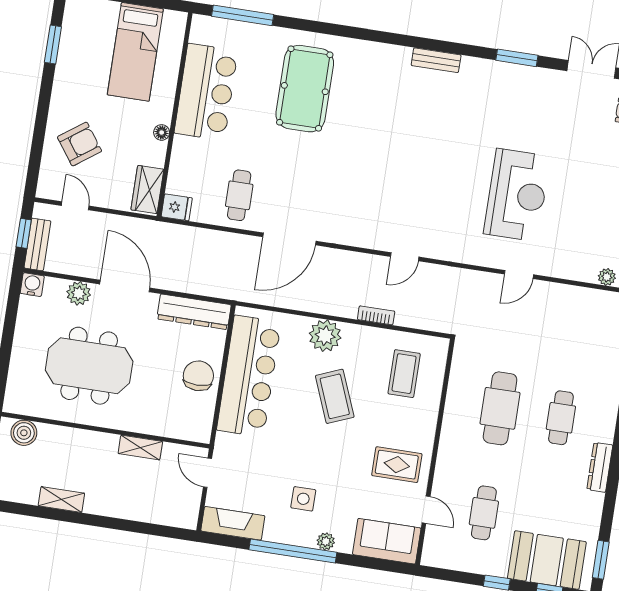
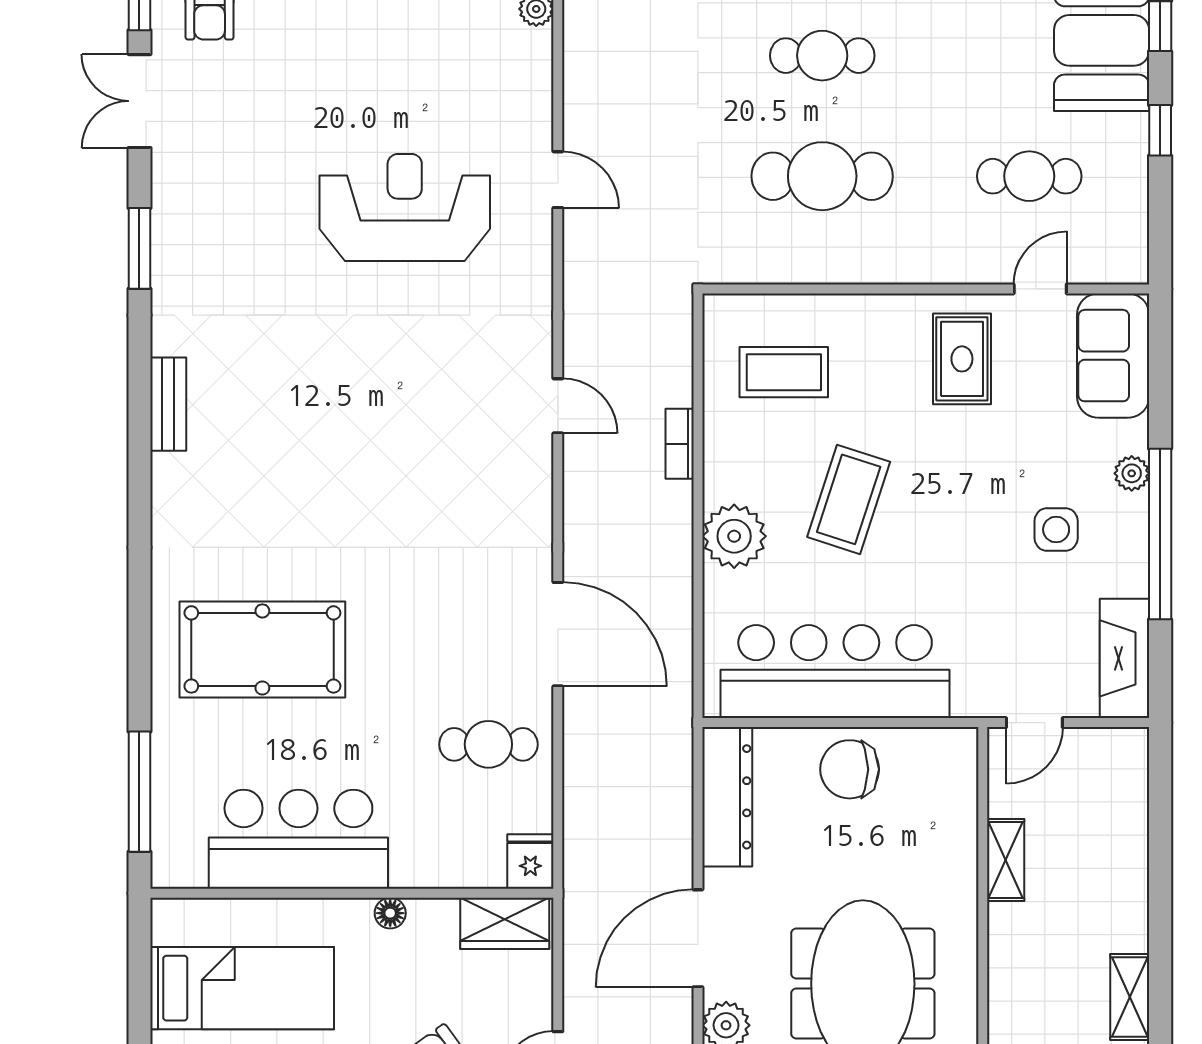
coffee table: (335, 396) -> (849, 499), turned -50

